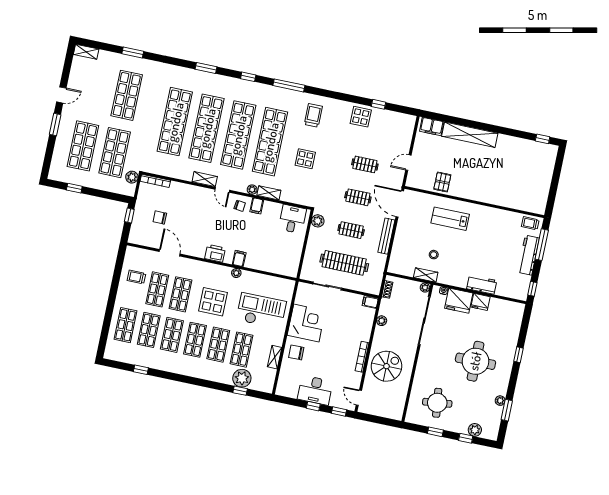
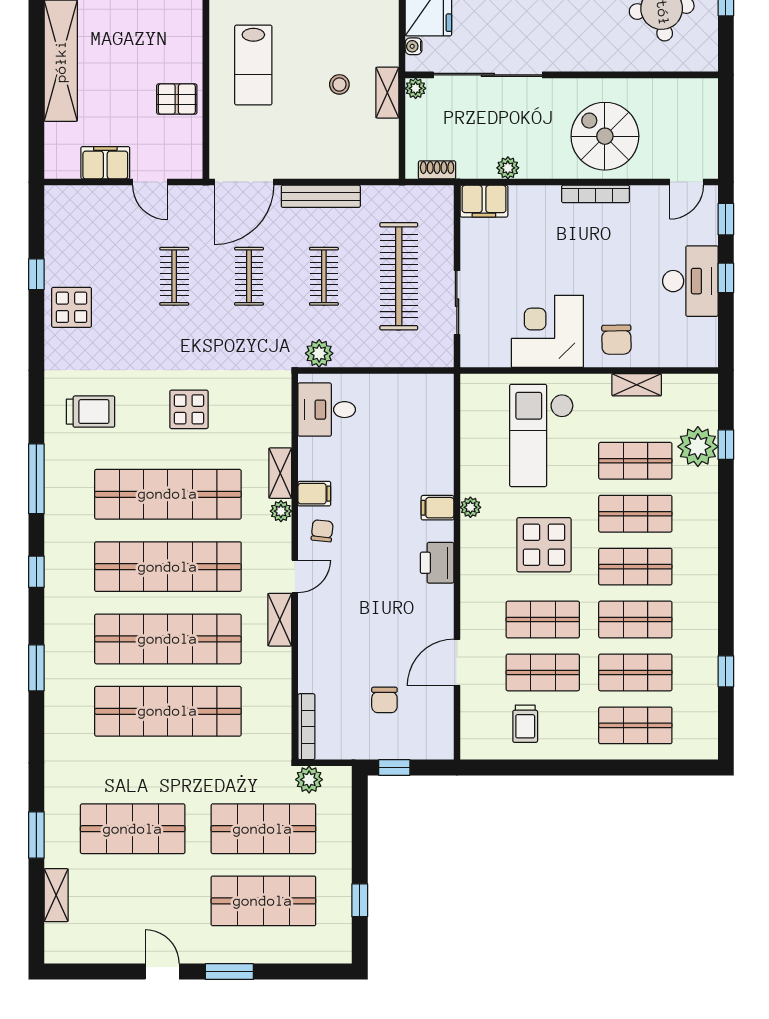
shelving: (86, 52) -> (56, 895), moved
trolley: (313, 115) -> (91, 412), turned 180
filing cabinet: (432, 127) -> (105, 163), moved, turned -90
filing cabinet: (370, 302) -> (484, 201), width x2.00

